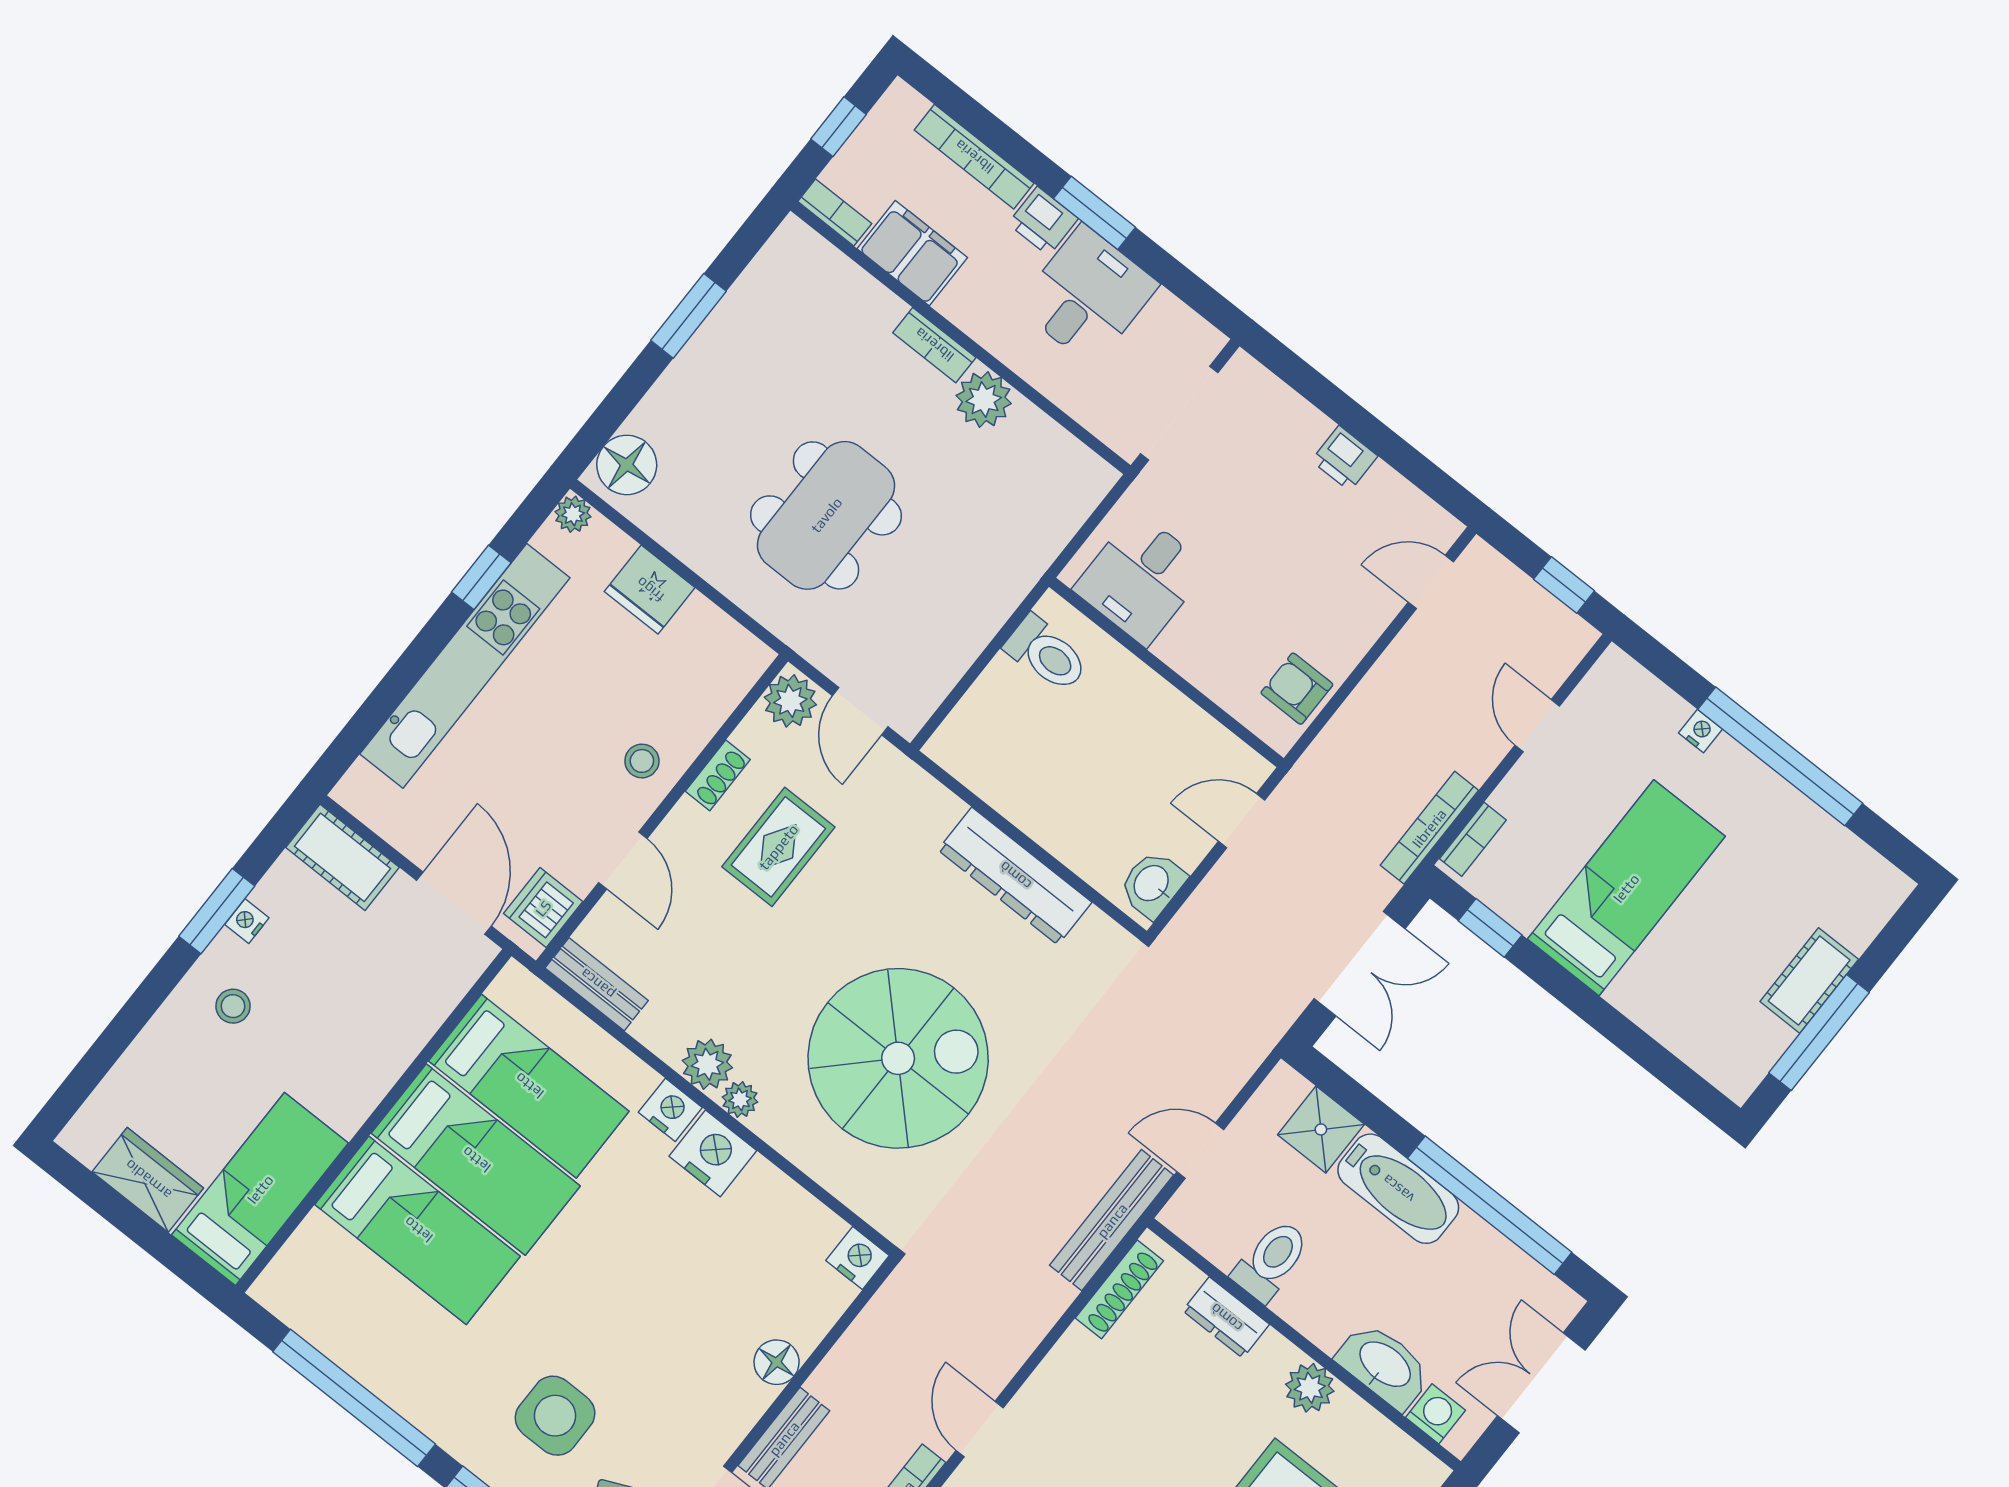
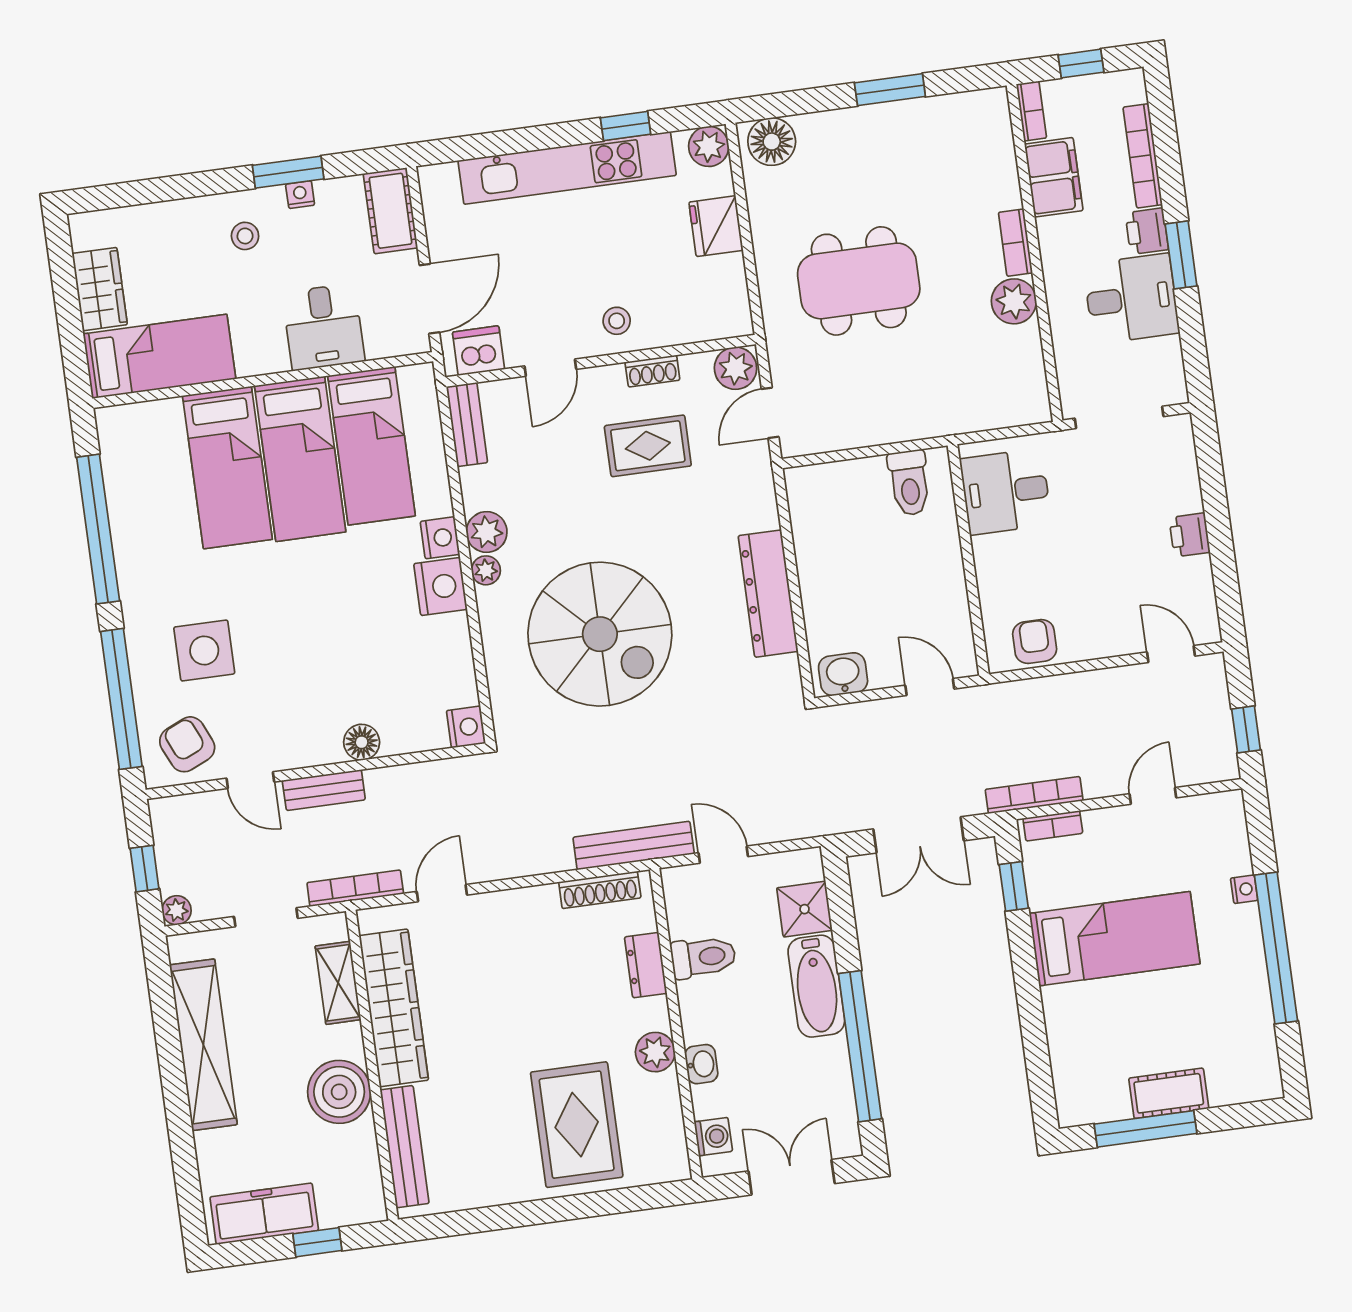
plant: (573, 514) -> (709, 146), width x1.38, depth x1.38
desk: (383, 1020) -> (323, 327), added
washbasin: (1384, 1365) -> (701, 1064), width x0.52, depth x0.69

